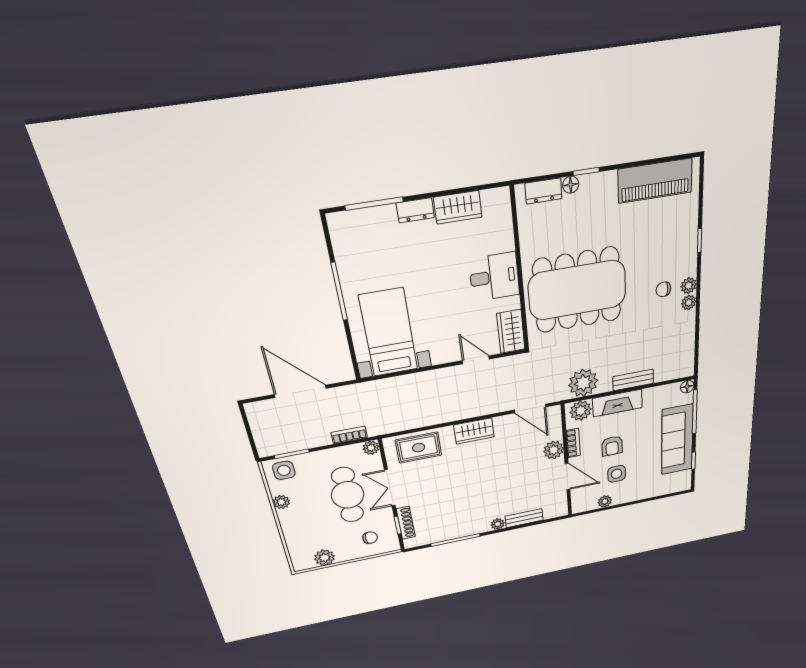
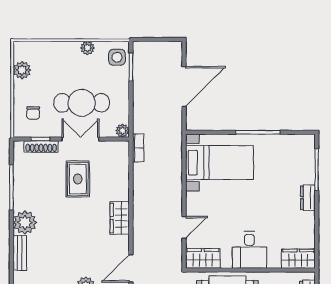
wardrobe: (458, 207) -> (298, 259), moved, turned 90
bookcase: (349, 435) -> (138, 148), moved
rug: (419, 448) -> (78, 179), moved
plant: (498, 524) -> (25, 222), width x1.88, depth x1.88

